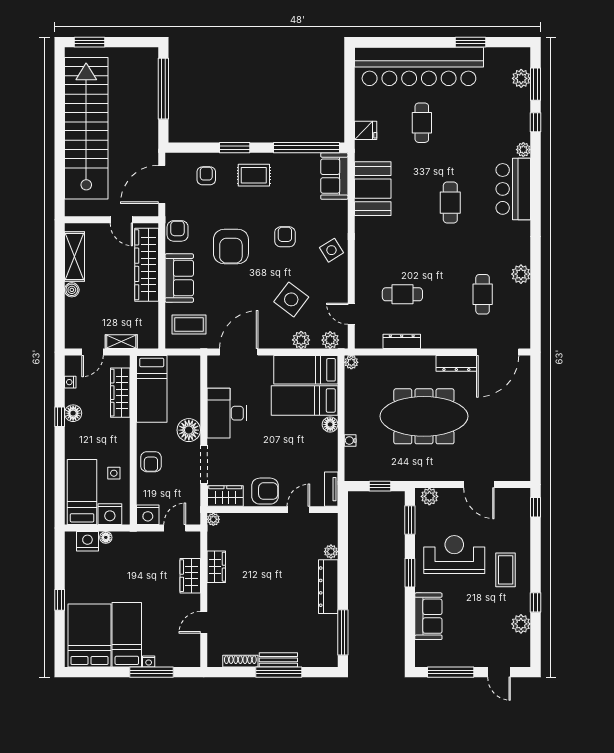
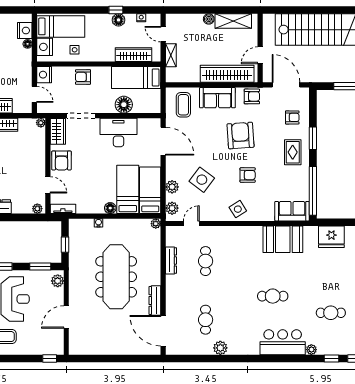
cafe table: (422, 123) -> (331, 313), moved
fridge: (366, 130) -> (331, 237), width x1.88, depth x1.34
armchair: (231, 246) -> (241, 136), turned 86
cafe table: (483, 294) -> (206, 320), turned 90
floor lamp: (189, 430) -> (124, 105), moved
plant: (331, 552) -> (37, 209), moved

